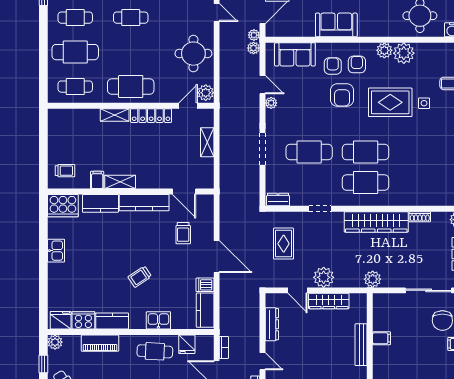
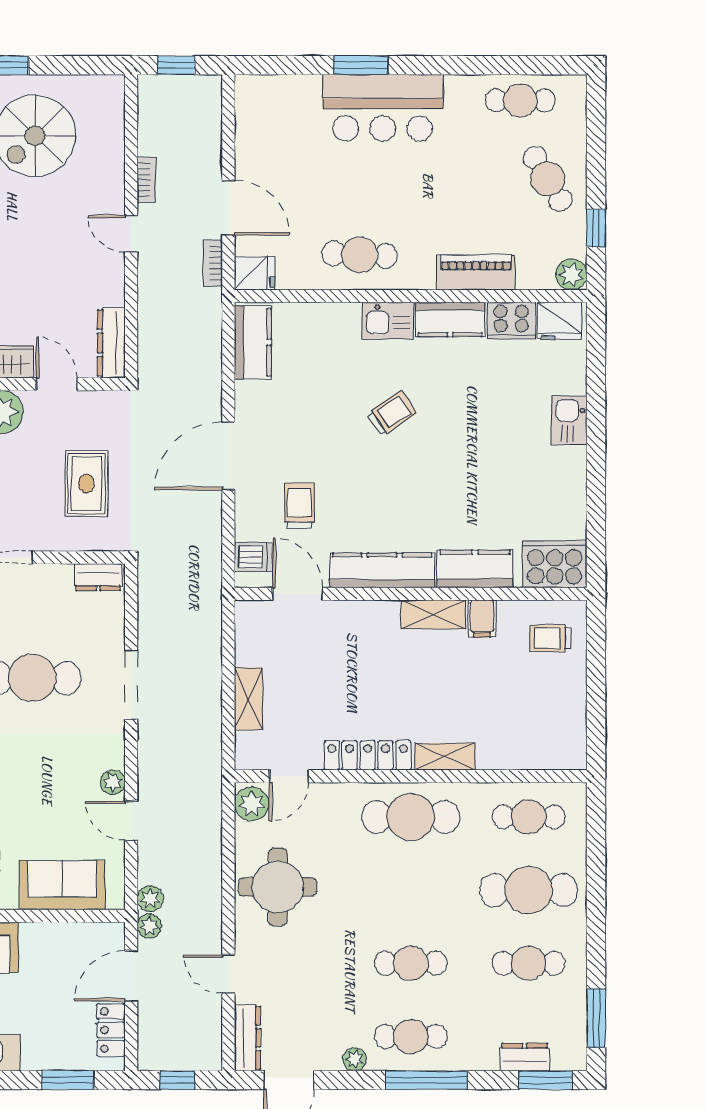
kitchen sink: (56, 251) -> (569, 420), moved
door: (217, 257) -> (228, 456), hinge flipped
dishwasher: (205, 285) -> (253, 557), moved
kitchen sink: (158, 320) -> (388, 321), moved
dresser: (272, 324) -> (111, 343), moved
fridge: (187, 344) -> (255, 273), moved, turned 90

